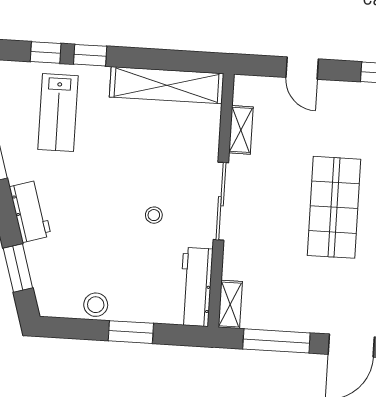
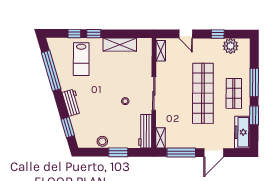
shelving: (167, 85) -> (120, 45), width x0.68
shelving: (241, 130) -> (161, 51), moved
shop shelf: (334, 207) -> (203, 93), width x1.40

